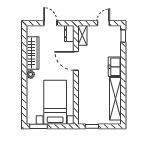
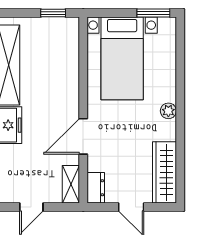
wardrobe: (33, 53) -> (164, 172), moved
door: (76, 61) -> (83, 136), swing flipped

